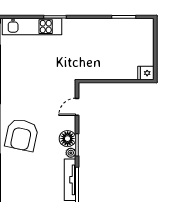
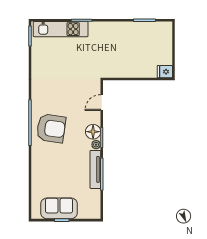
armchair: (22, 135) -> (51, 128), turned -94

